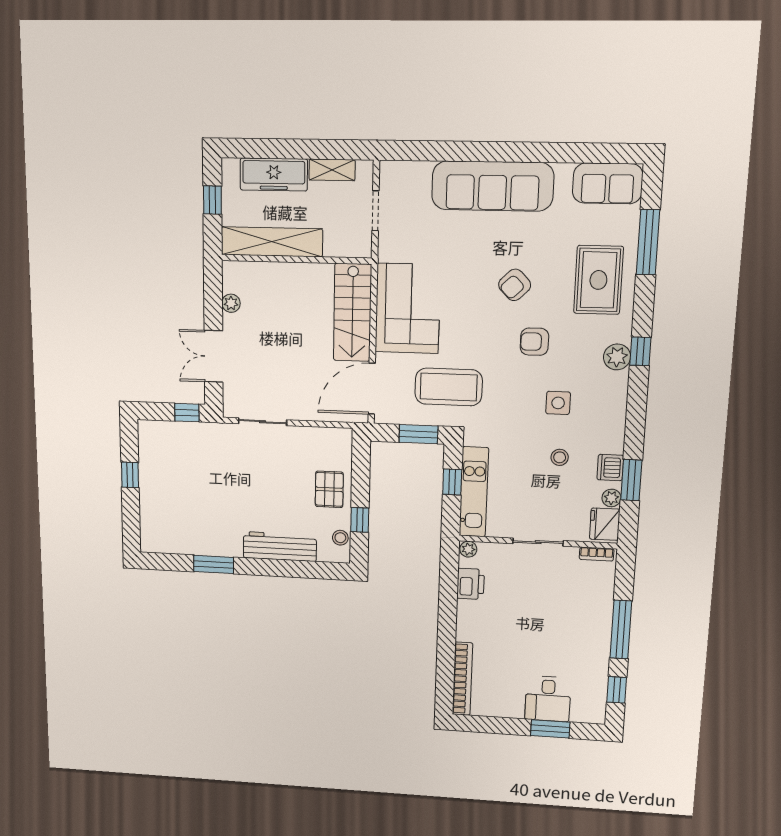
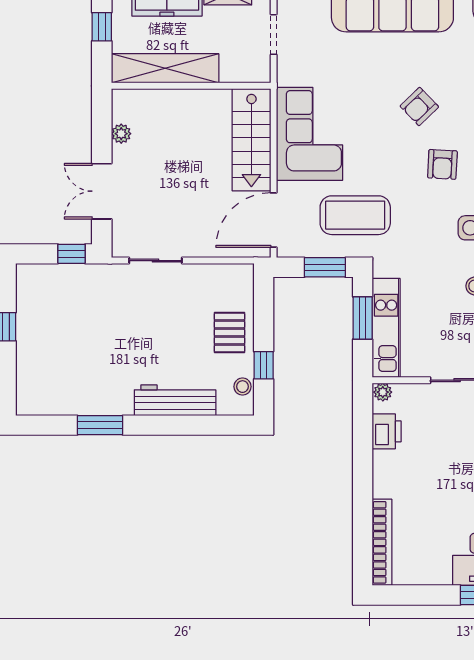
armchair: (534, 342) -> (442, 164), turned -87
window: (452, 482) -> (363, 318), width x1.50

